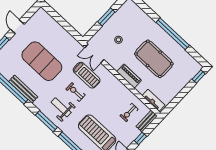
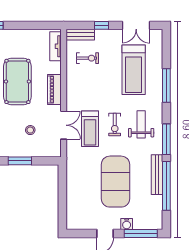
water cooler: (11, 44) -> (127, 224), added
double door: (94, 54) -> (64, 125), moved
treadmill: (87, 75) -> (90, 129), turned 180
weight bench: (61, 107) -> (141, 124), turned 180
window: (46, 121) -> (166, 139), moved

